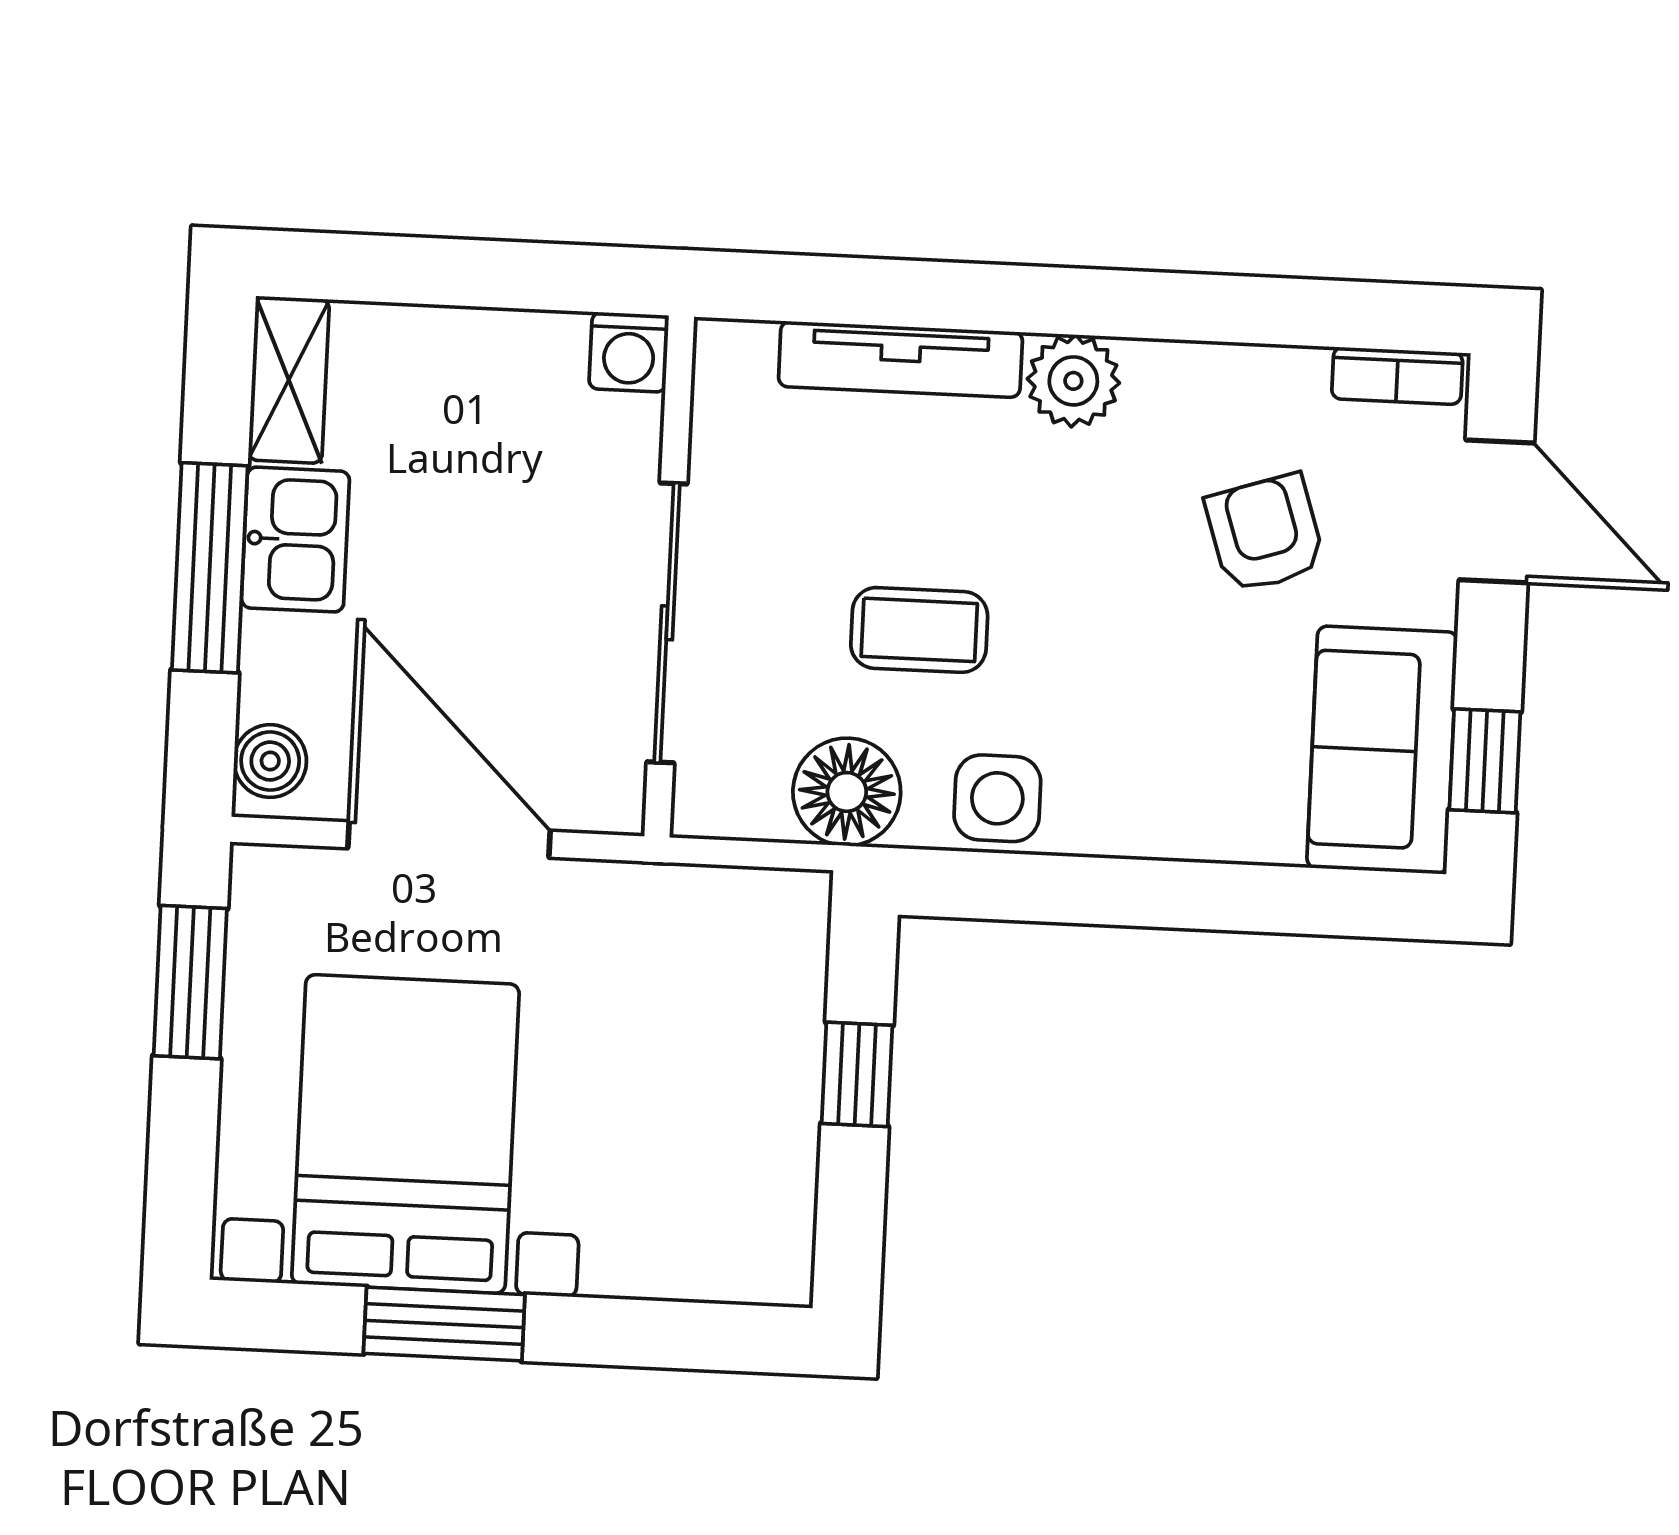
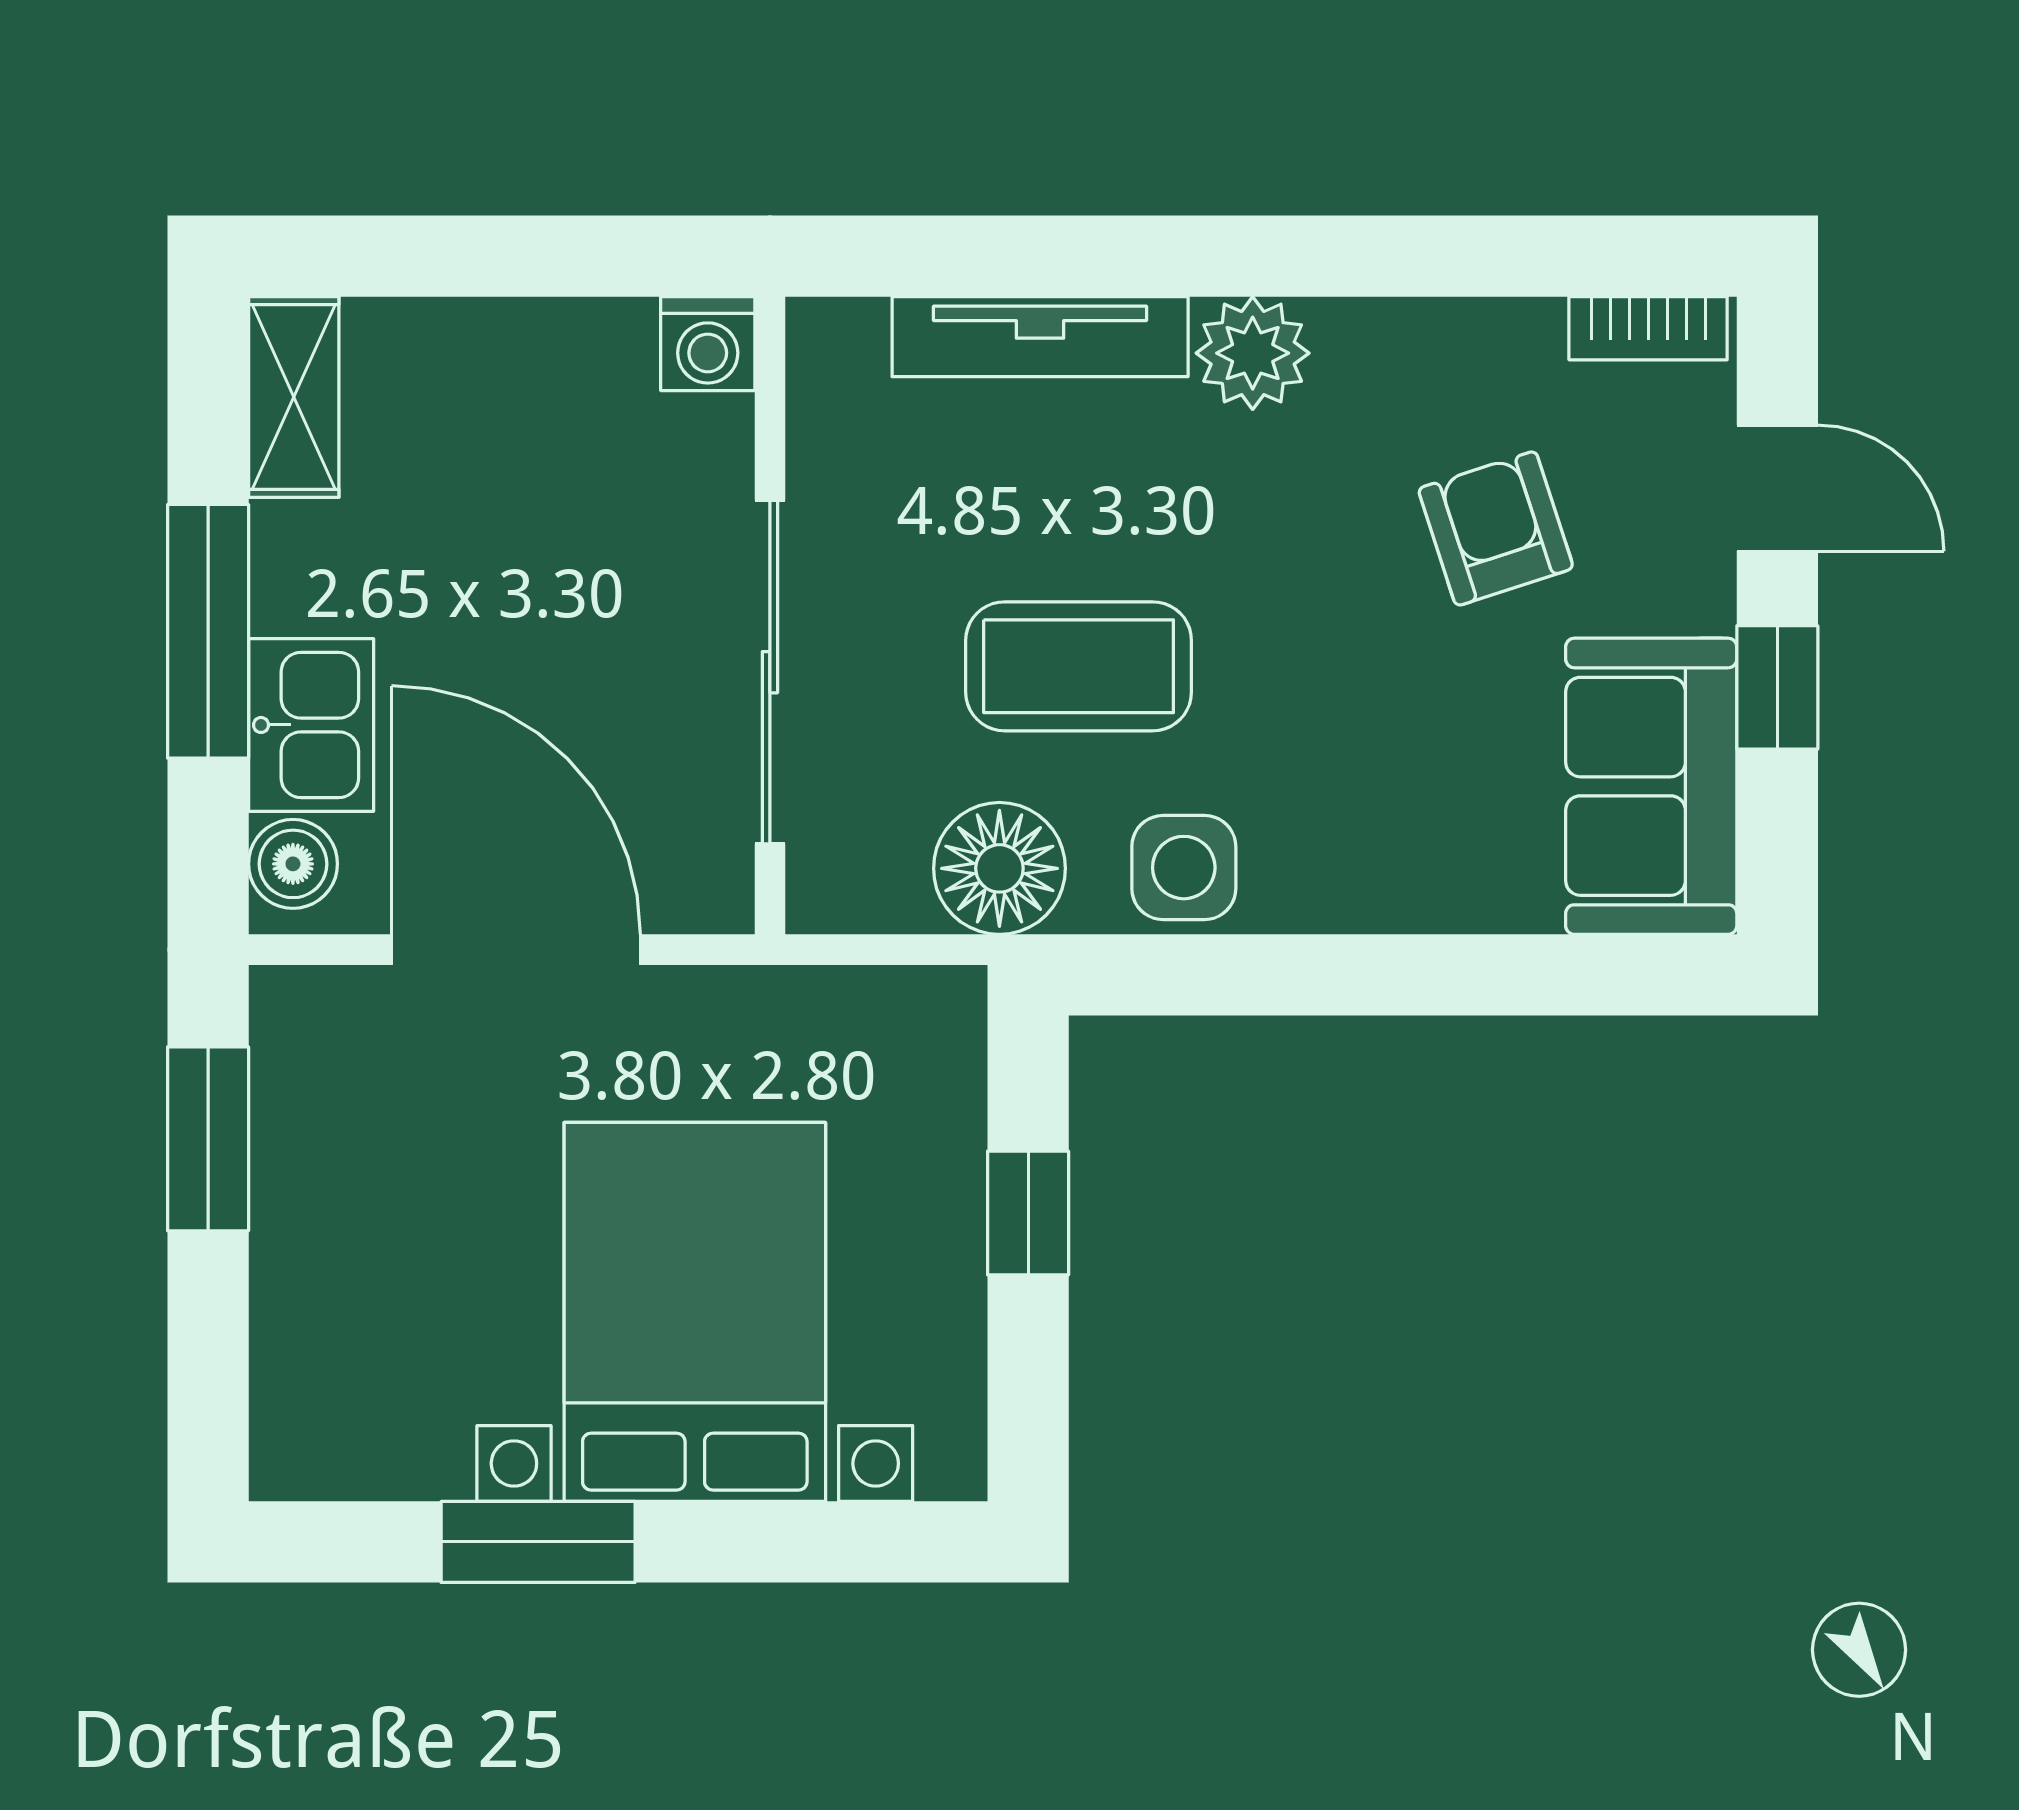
door: (1497, 511) -> (1777, 488), width x0.73
kitchen sink: (295, 540) -> (311, 725), moved
coffee table: (919, 630) -> (1079, 666), width x1.36, depth x1.30
window: (1485, 761) -> (1777, 687), moved
bed with nightstands: (405, 1134) -> (695, 1312), moved

